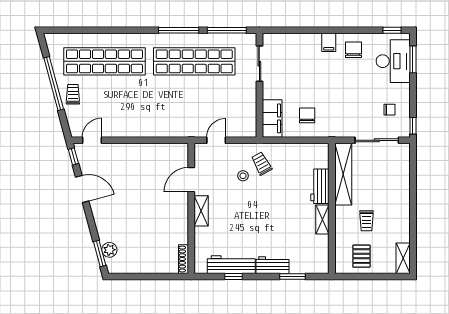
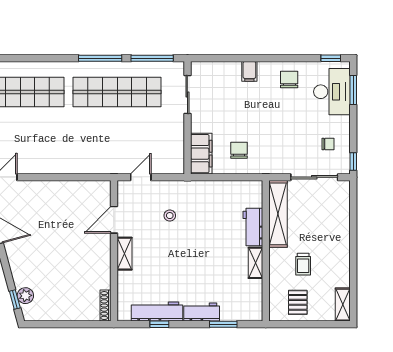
filing cabinet: (329, 42) -> (249, 71), moved
trolley: (262, 164) -> (190, 202), removed
window: (100, 253) -> (15, 300), width x0.67

